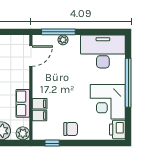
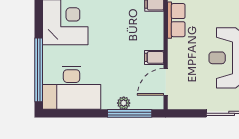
window: (128, 83) -> (39, 70), moved
filing cabinet: (40, 104) -> (154, 57), moved

